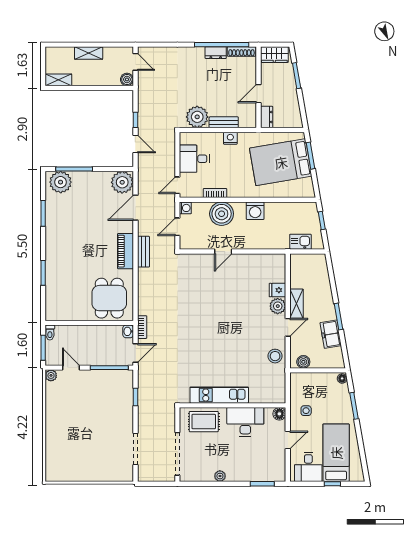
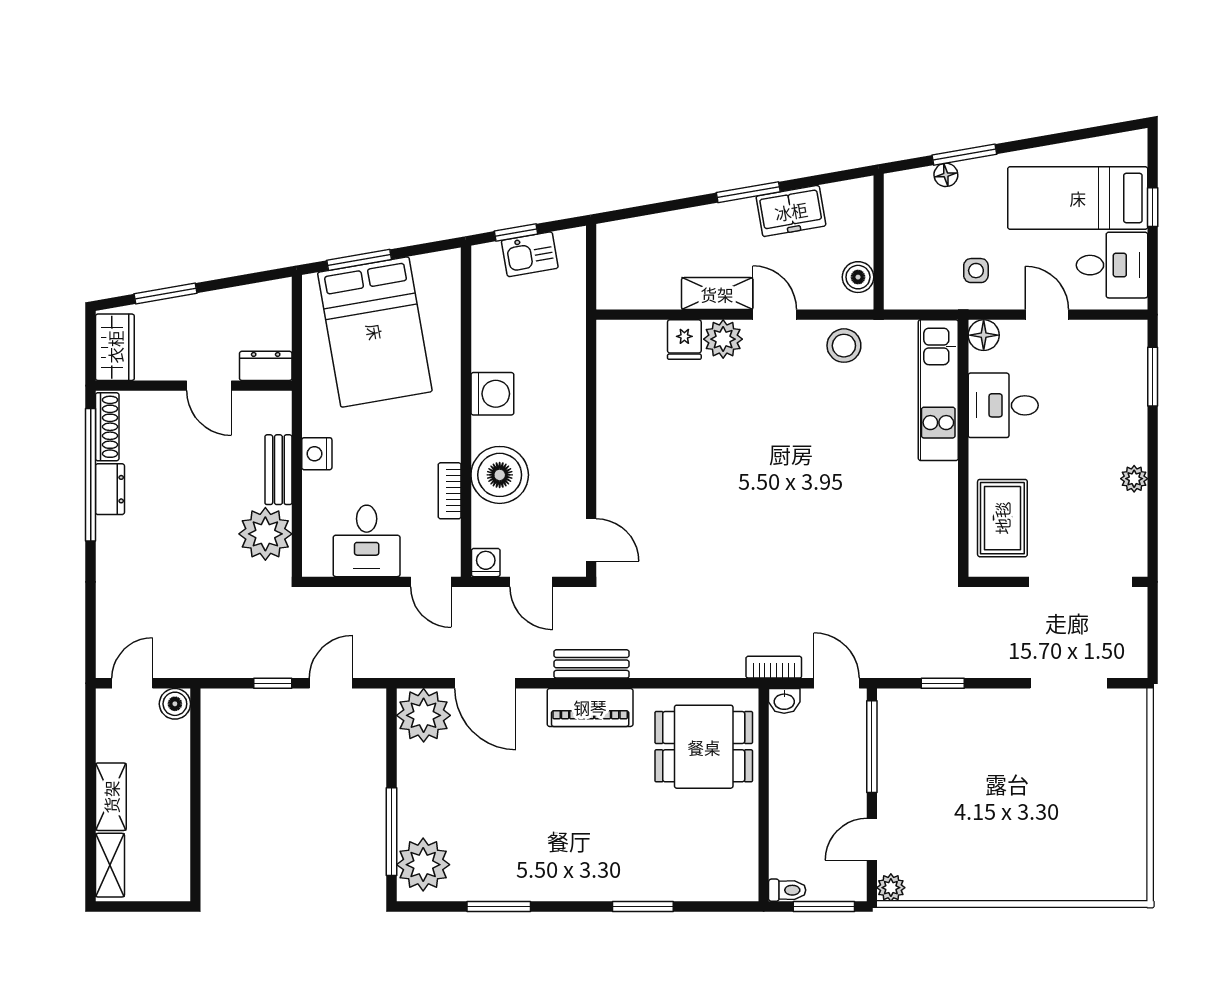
shelving: (58, 80) -> (110, 865), moved
kitchen sink: (300, 242) -> (530, 254), moved, turned -100
door: (223, 252) -> (591, 540), moved
floor lamp: (342, 378) -> (946, 175), moved
kitchen unit: (219, 395) -> (938, 390), moved
desk: (245, 422) -> (1003, 405), width x0.73

